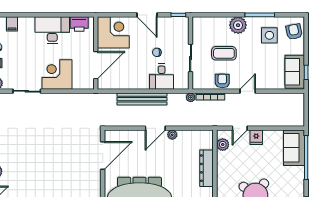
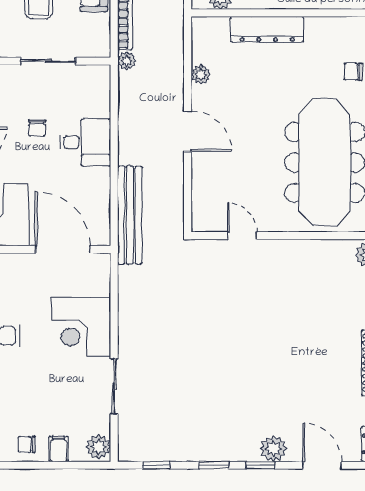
desk: (162, 77) -> (85, 142), moved
bench: (142, 99) -> (130, 215), moved
plant: (172, 135) -> (201, 75), moved
door: (103, 156) -> (242, 236), width x0.53

